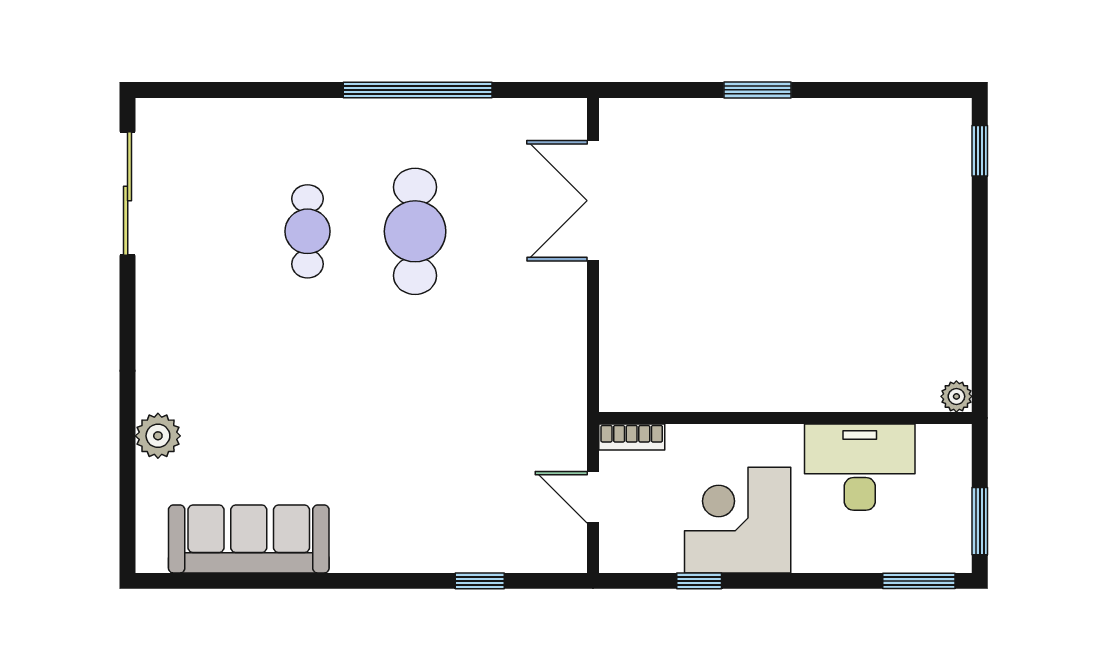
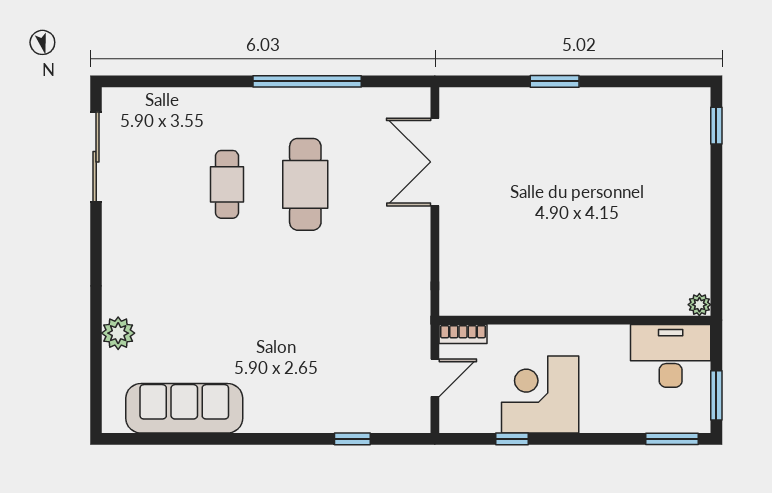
desk: (860, 467) -> (671, 356), moved
door: (593, 497) -> (435, 378), swing flipped

